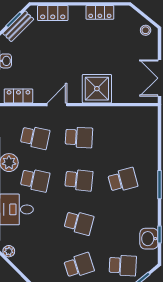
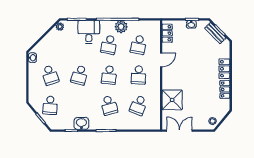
locker: (53, 13) -> (224, 69), moved
shower: (97, 89) -> (172, 100), moved
door: (57, 105) -> (161, 60), hinge flipped
school desk: (123, 137) -> (139, 105), added
washbasin: (149, 239) -> (81, 123), moved

